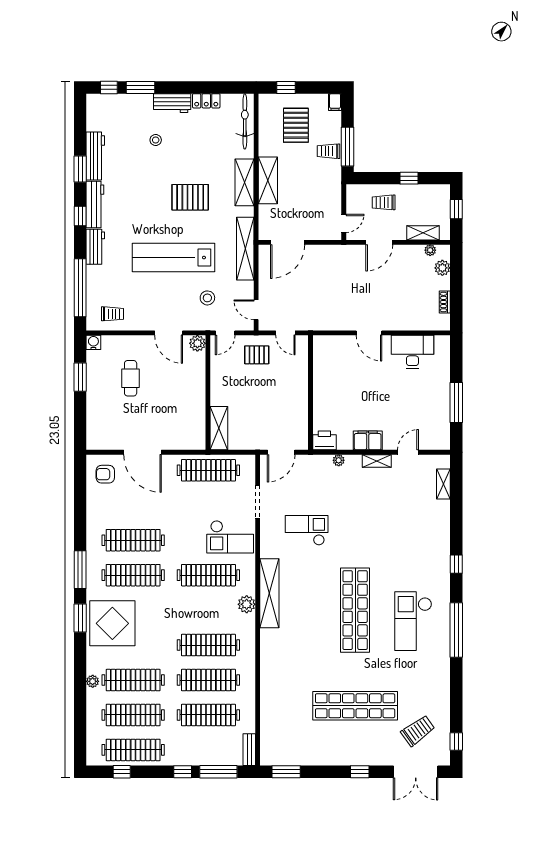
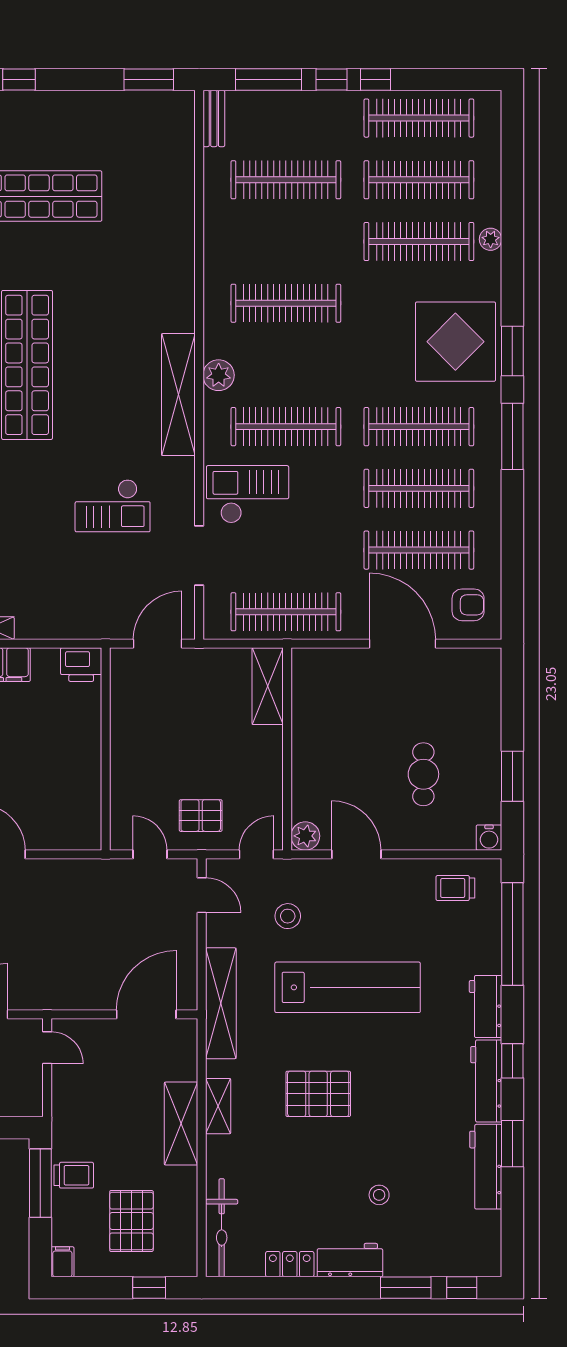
shelving: (244, 182) -> (218, 1106), width x0.67, depth x0.75
door: (344, 223) -> (47, 1048), swing flipped
plant: (339, 460) -> (56, 629), removed
clothes rail: (208, 680) -> (419, 550), moved
window: (122, 772) -> (376, 80), moved

